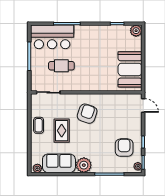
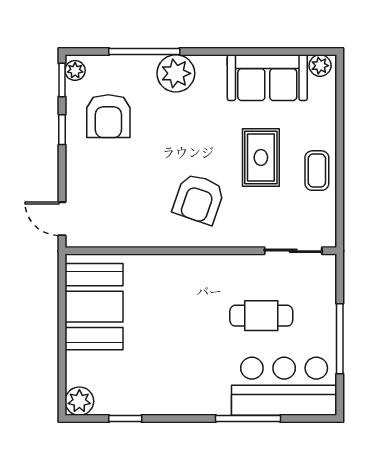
plant: (84, 165) -> (176, 73), moved

